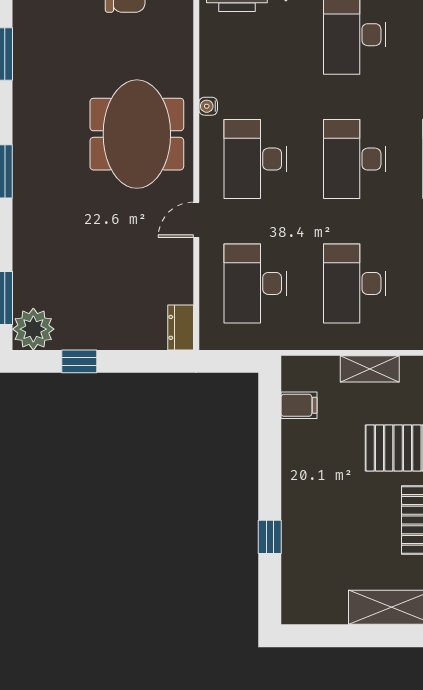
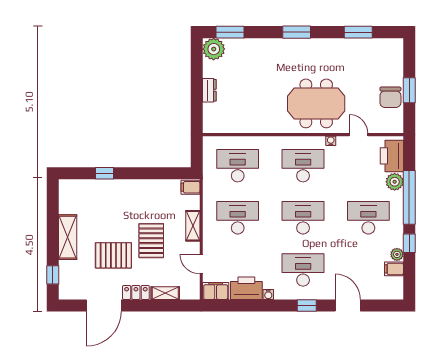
door: (196, 220) -> (358, 135), moved
dresser: (181, 327) -> (209, 90), moved, turned 90
window: (79, 361) -> (197, 73), removed
filing cabinet: (299, 405) -> (190, 187), moved, turned 90

